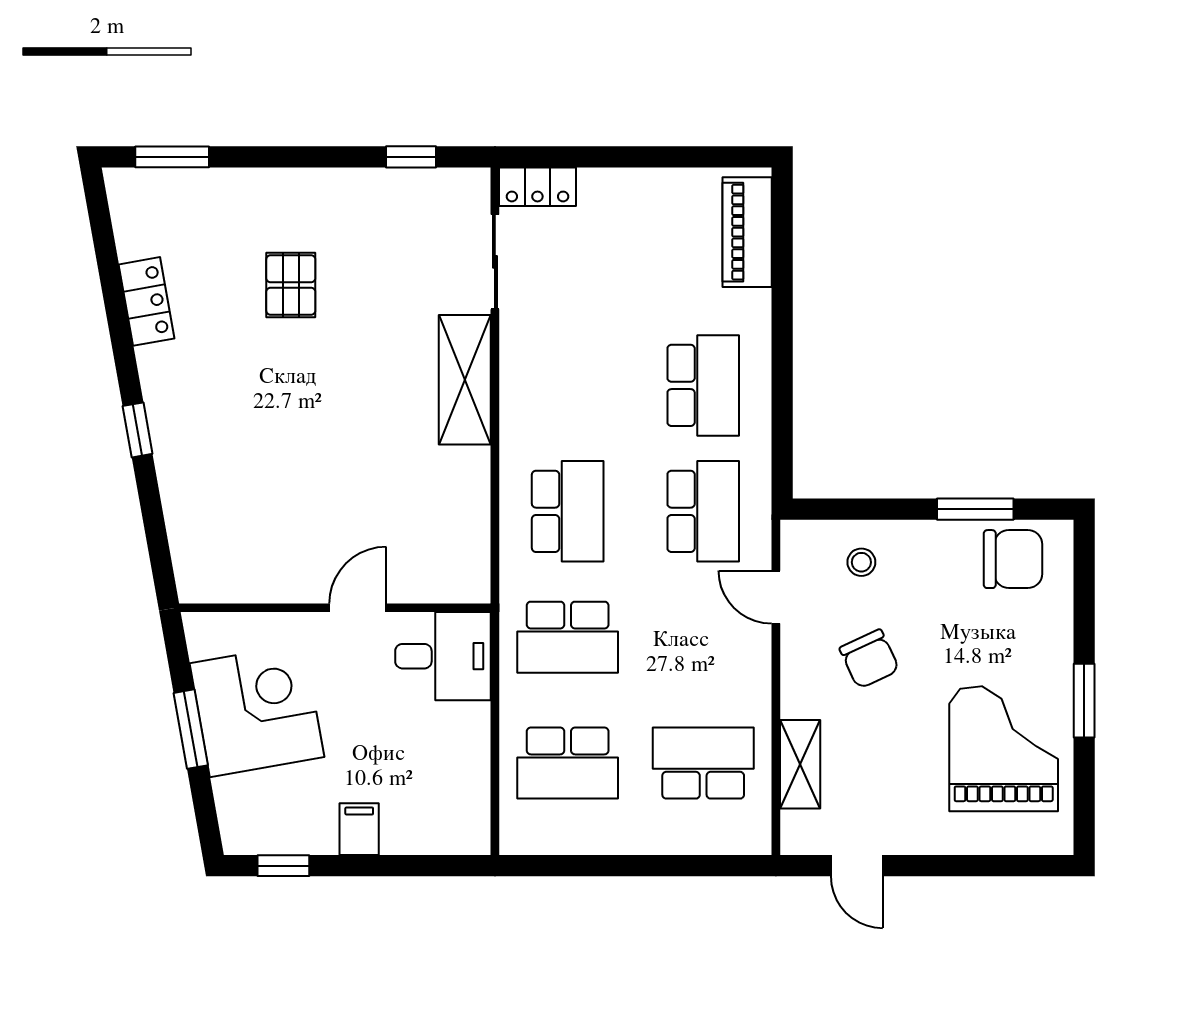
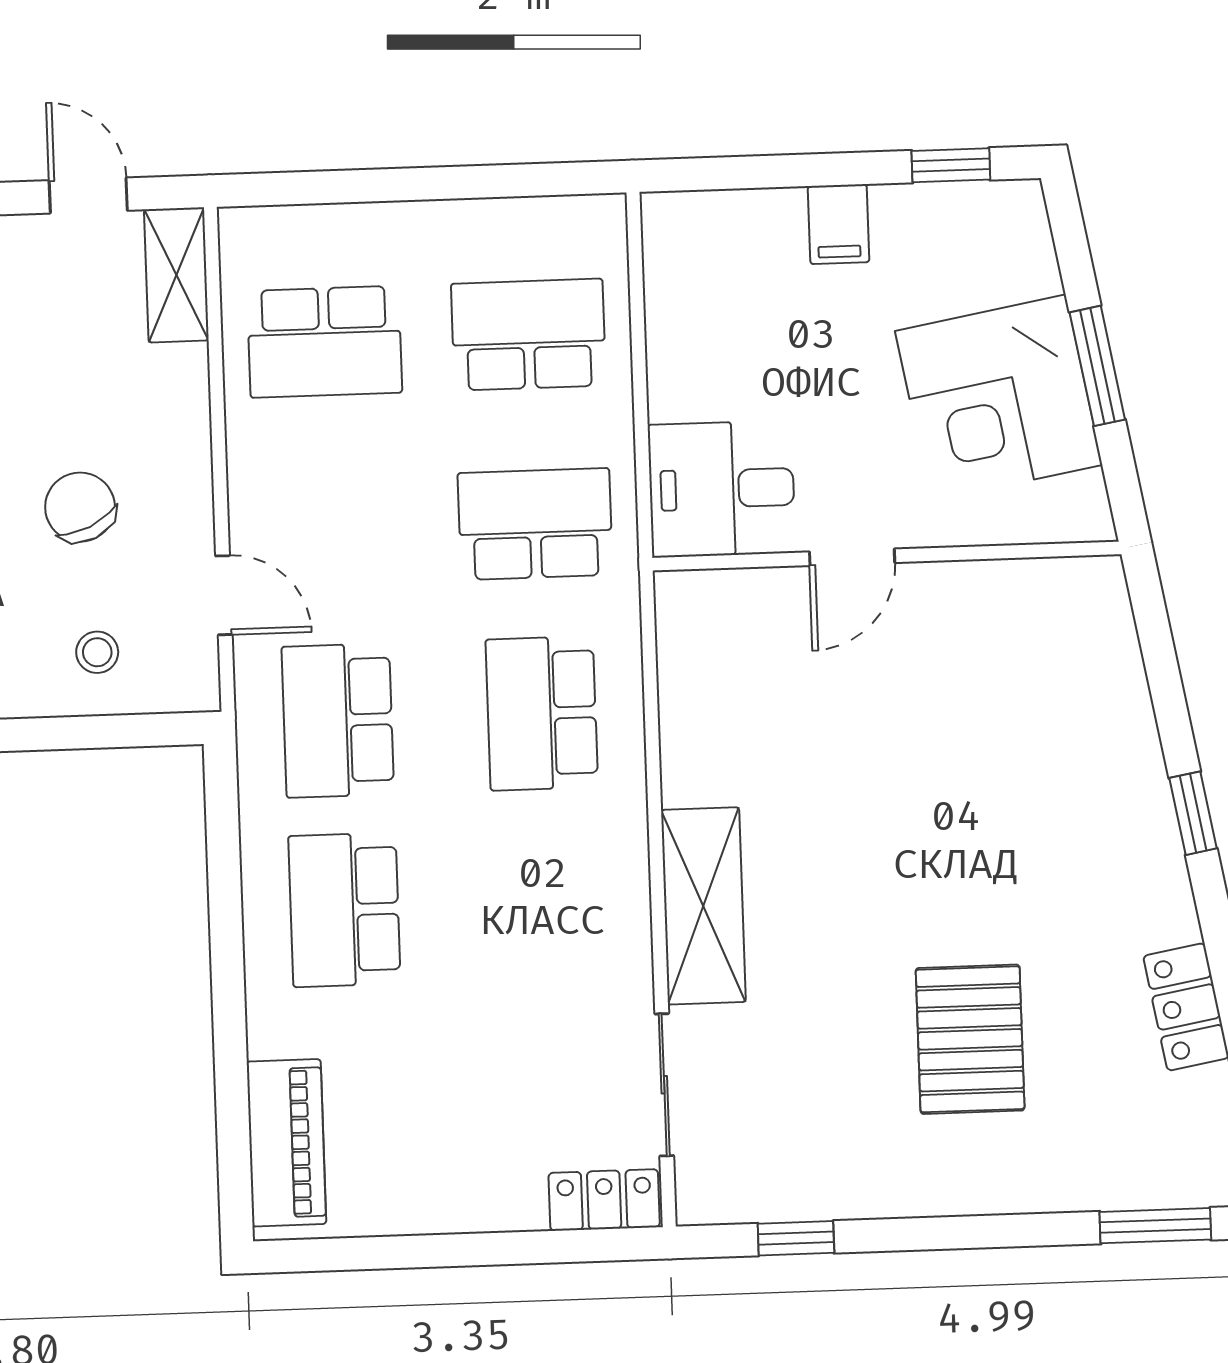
pallet: (291, 285) -> (970, 1039), width x1.50, depth x1.42
shelving: (800, 764) -> (176, 275), moved

